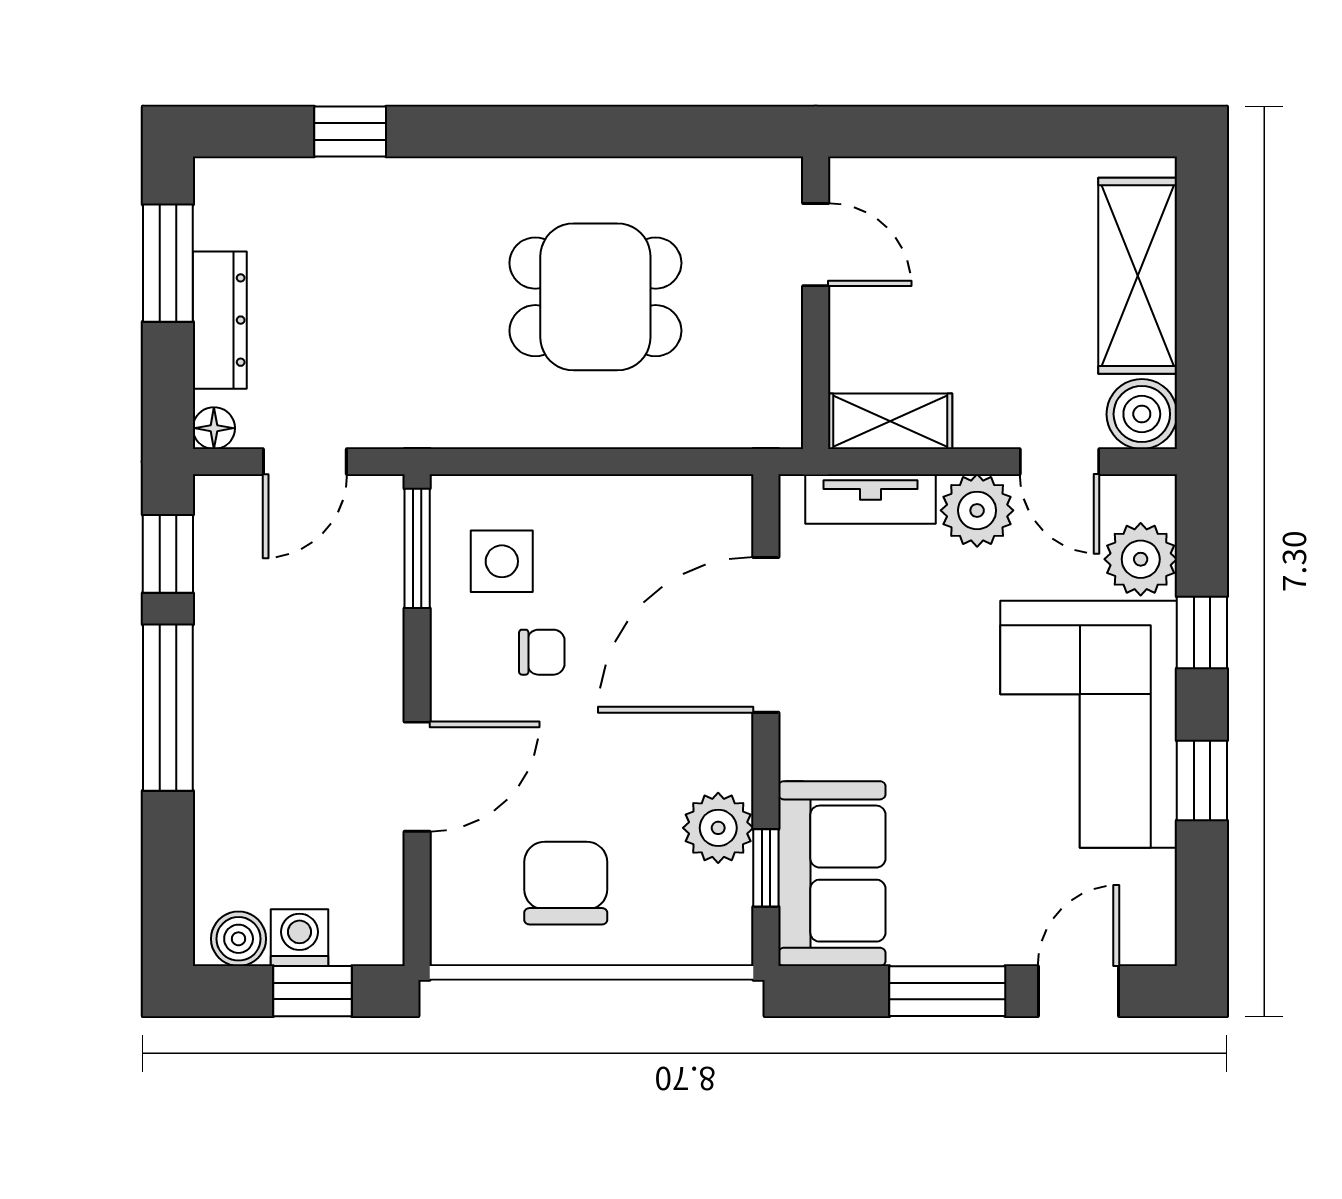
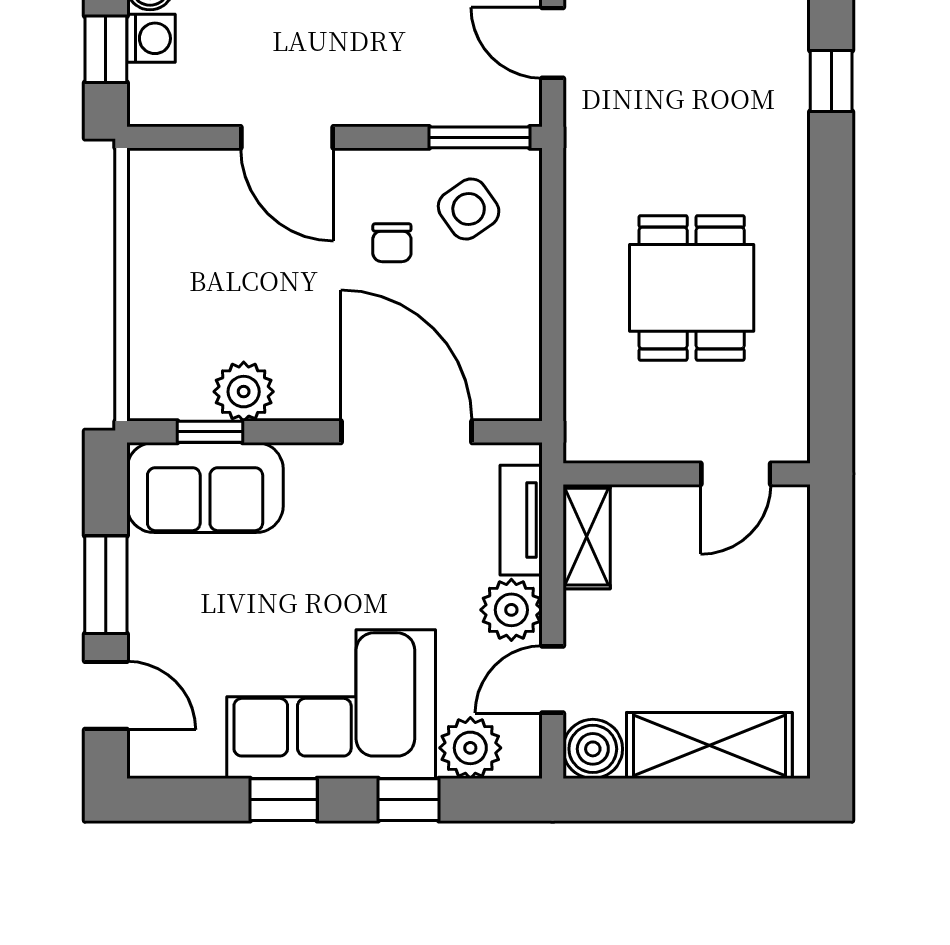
side table: (502, 561) -> (469, 209), turned -35
chair: (566, 883) -> (197, 263), removed

